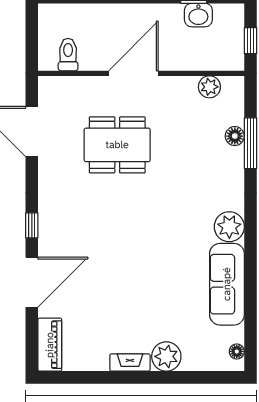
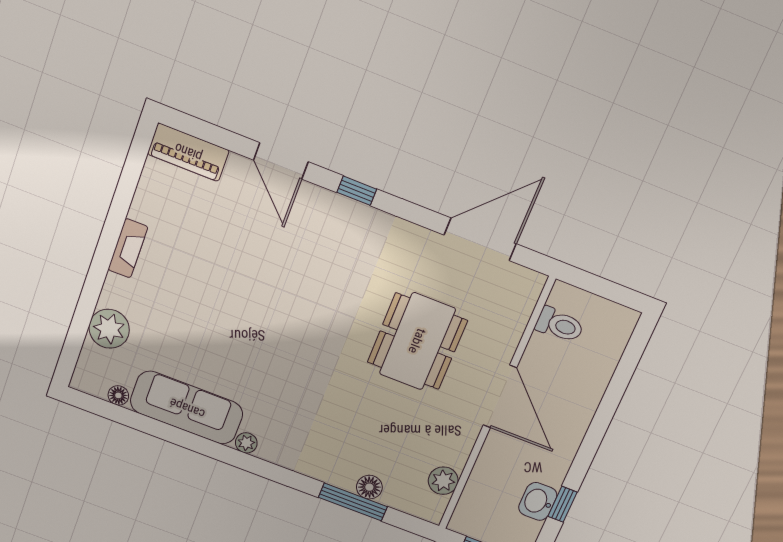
plant: (229, 227) -> (246, 443), width x0.53, depth x0.53
door: (32, 282) -> (281, 161), width x0.73
floor lamp: (237, 351) -> (118, 395), moved
plant: (166, 356) -> (109, 329), moved

